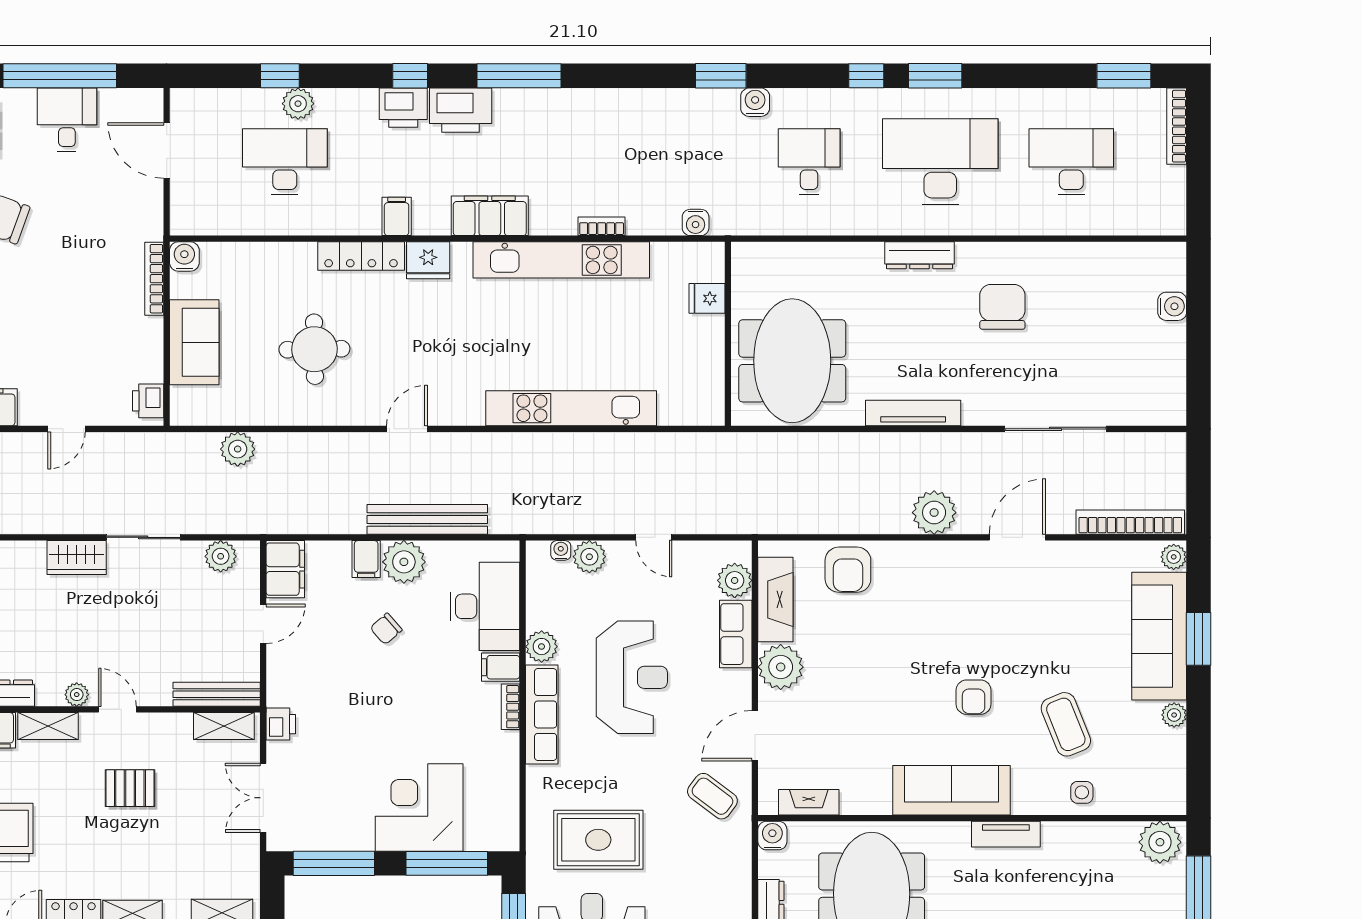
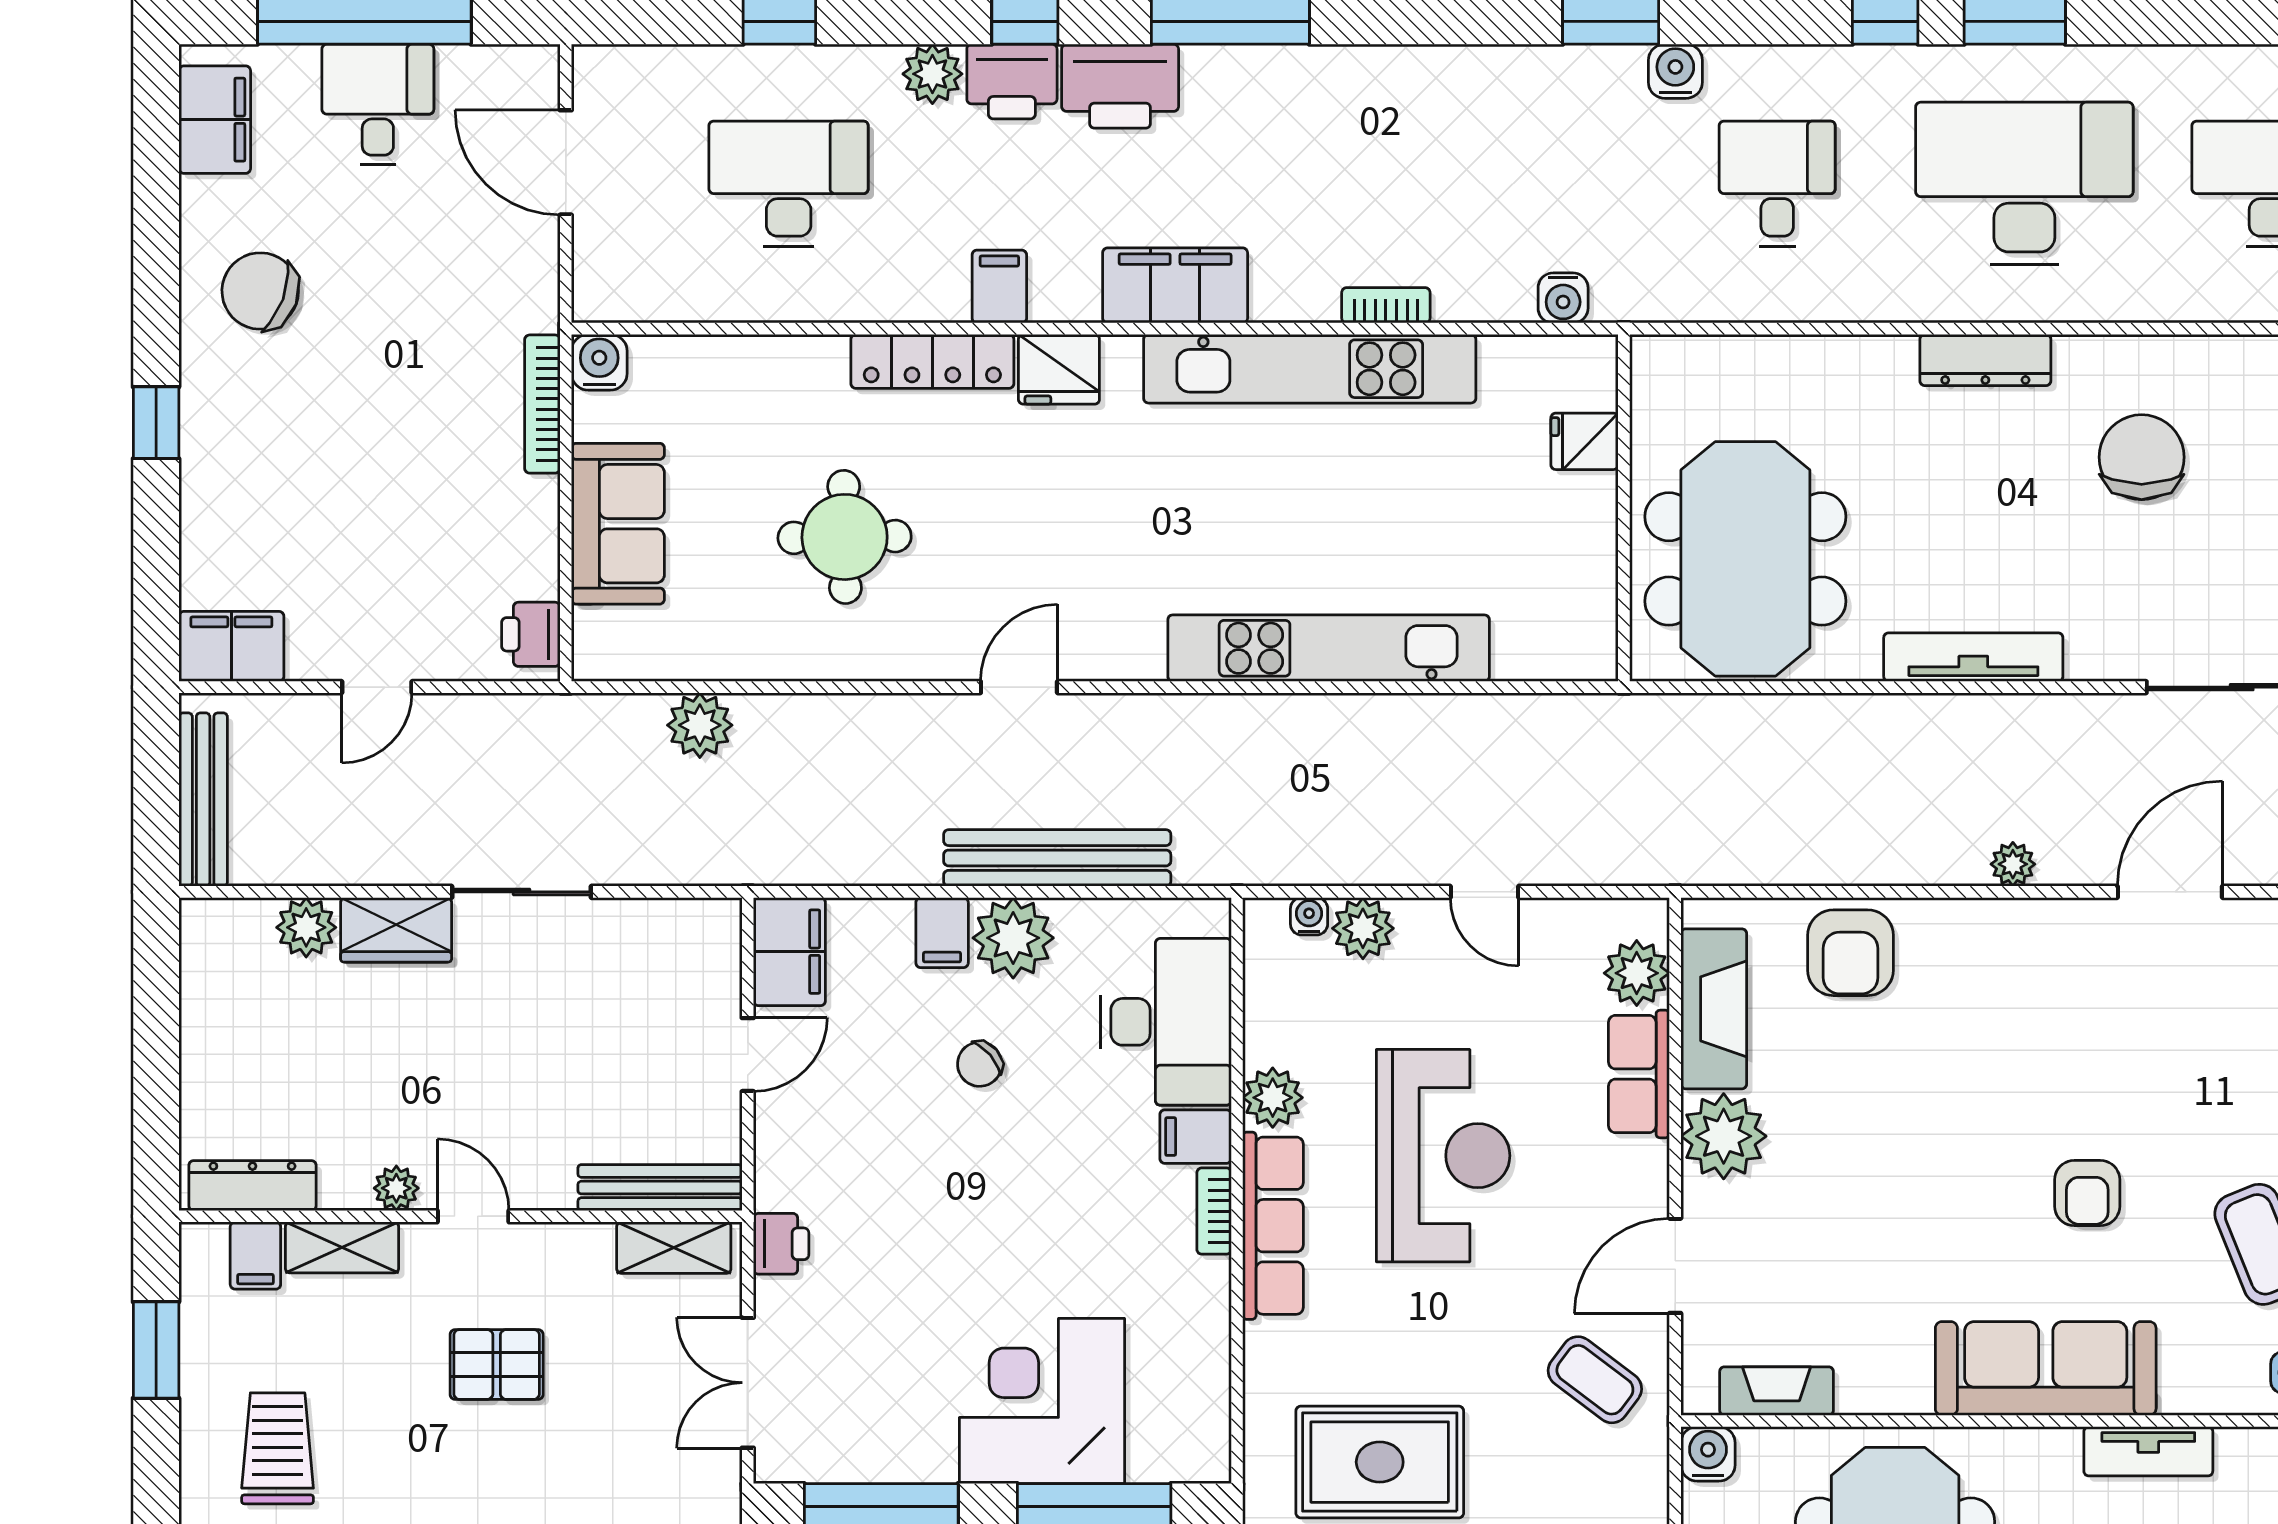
plant: (298, 104) -> (932, 74), moved
plant: (934, 513) -> (2013, 864), width x0.53, depth x0.53
plant: (221, 556) -> (306, 927), moved

